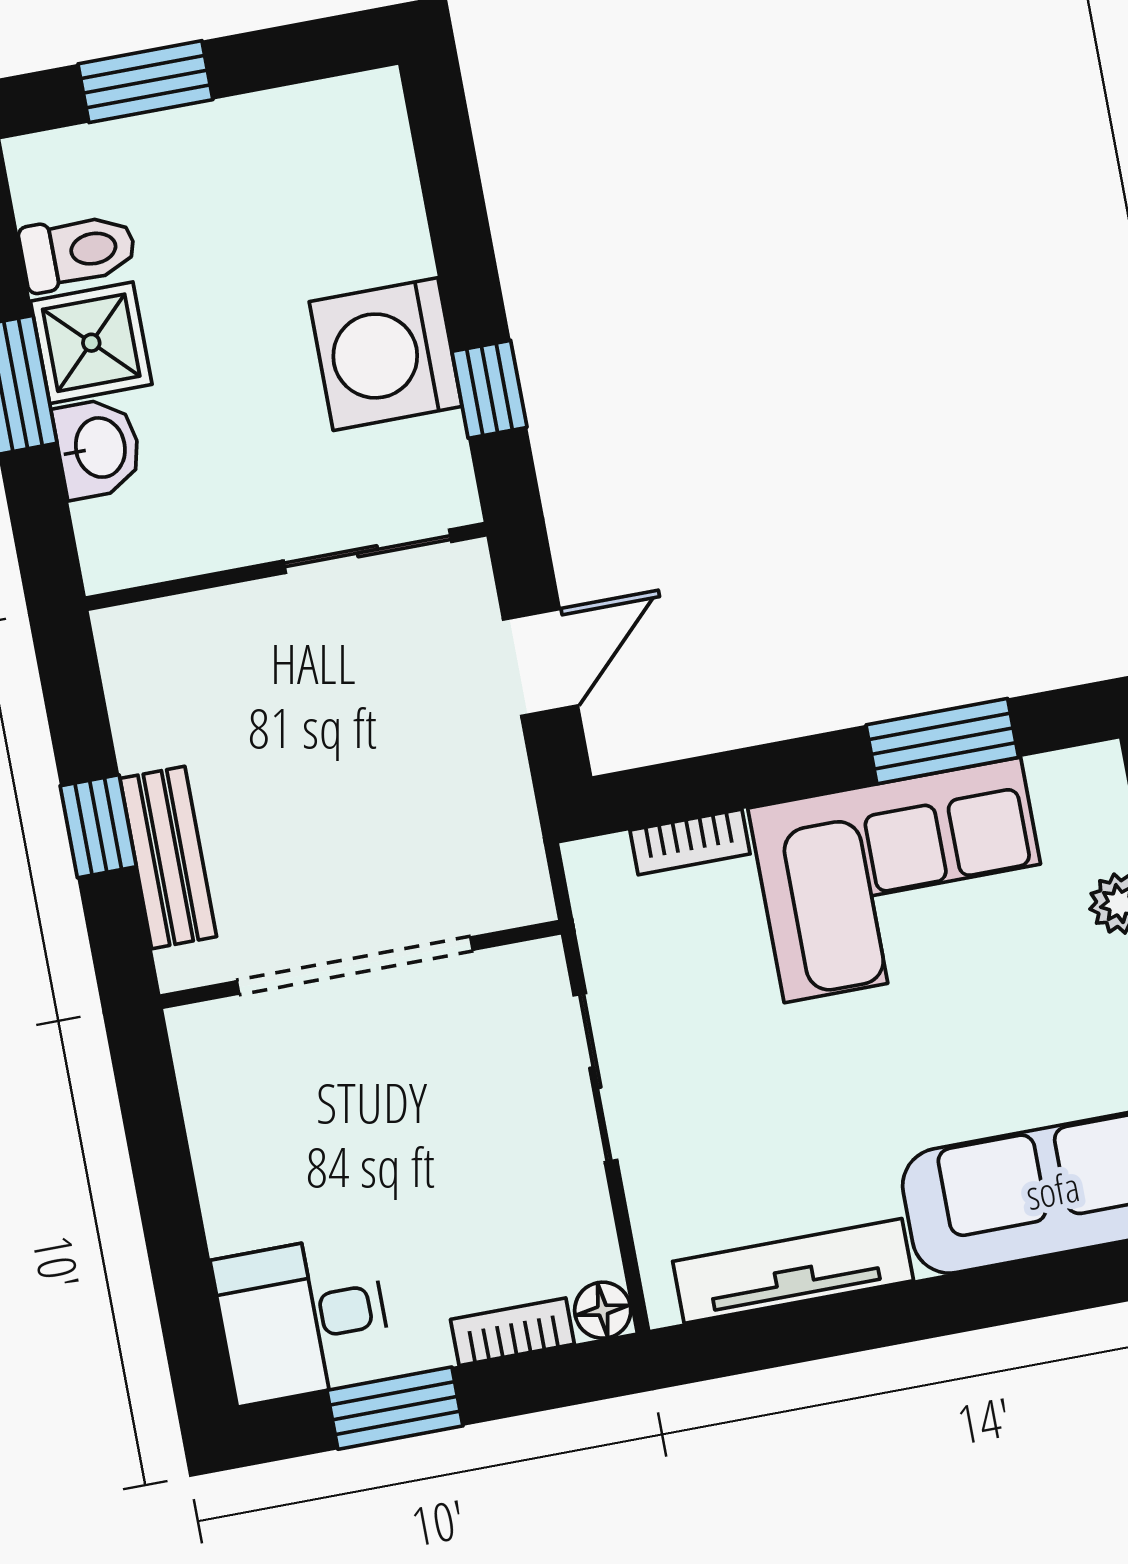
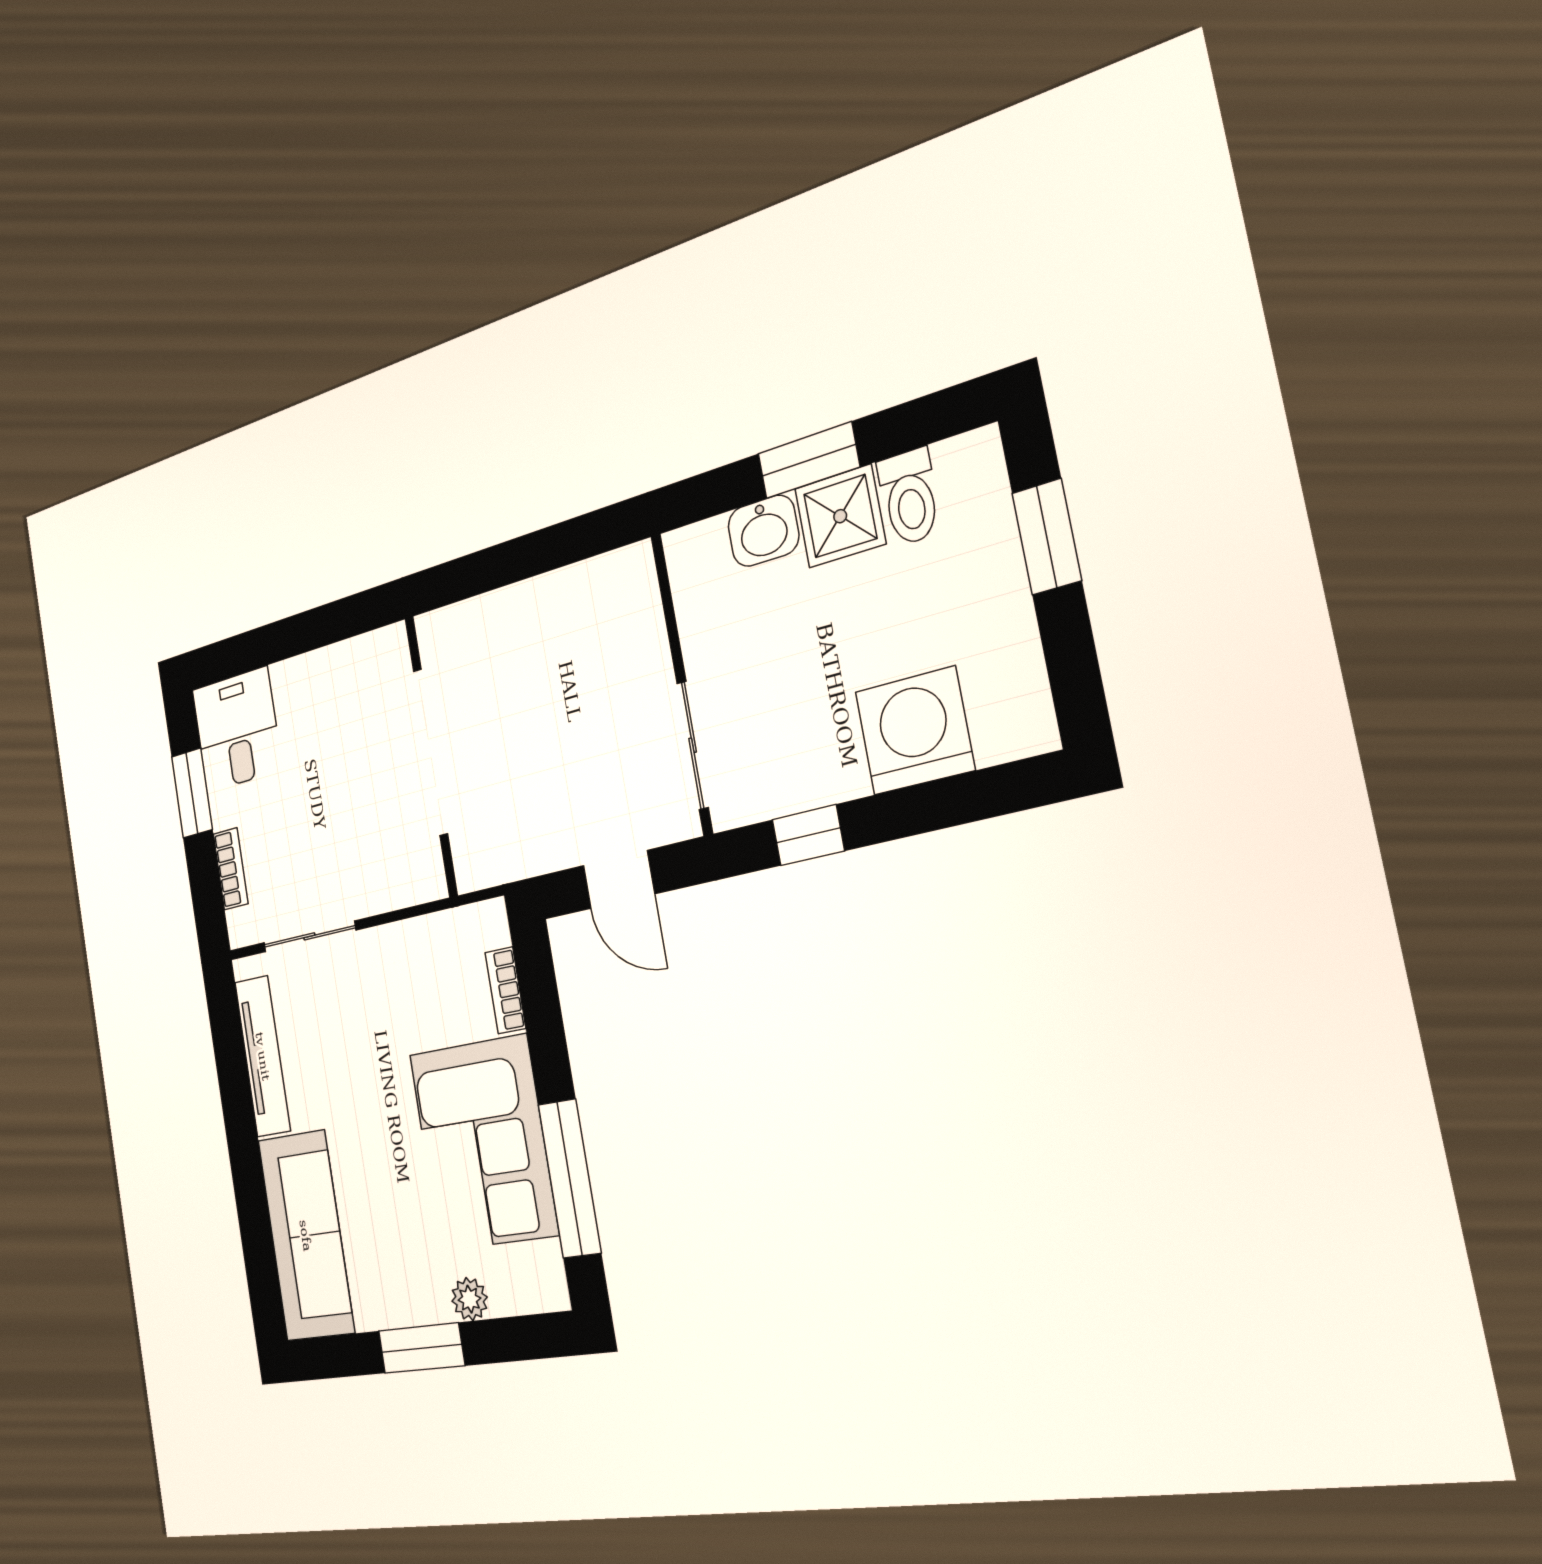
washing machine: (386, 354) -> (915, 731), moved
window: (942, 741) -> (570, 1178), width x1.44
window: (98, 826) -> (513, 561), removed
bench: (168, 858) -> (494, 614), removed
sliding door: (595, 1078) -> (309, 936), moved
floor lamp: (603, 1310) -> (242, 929), removed

